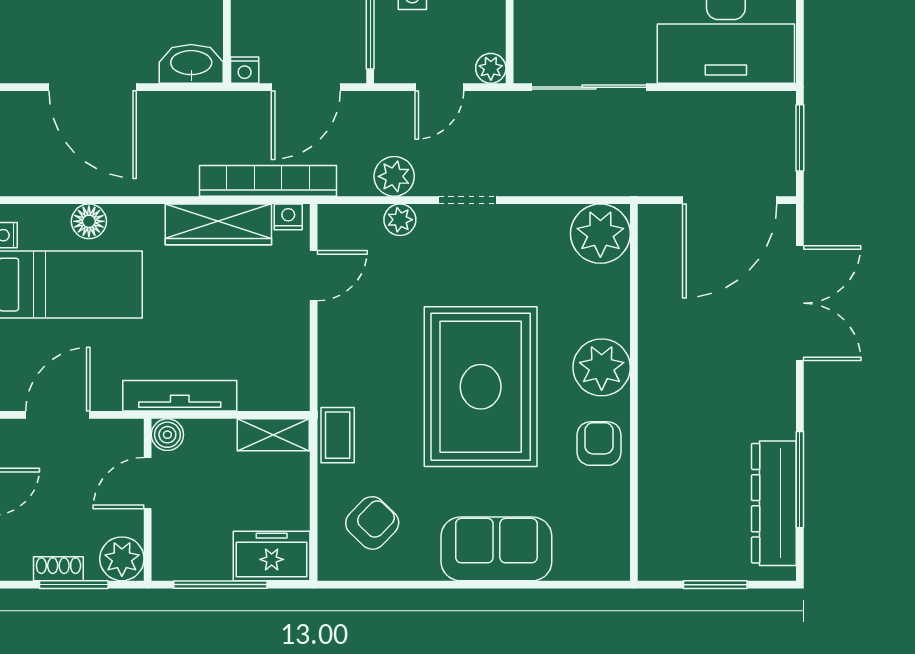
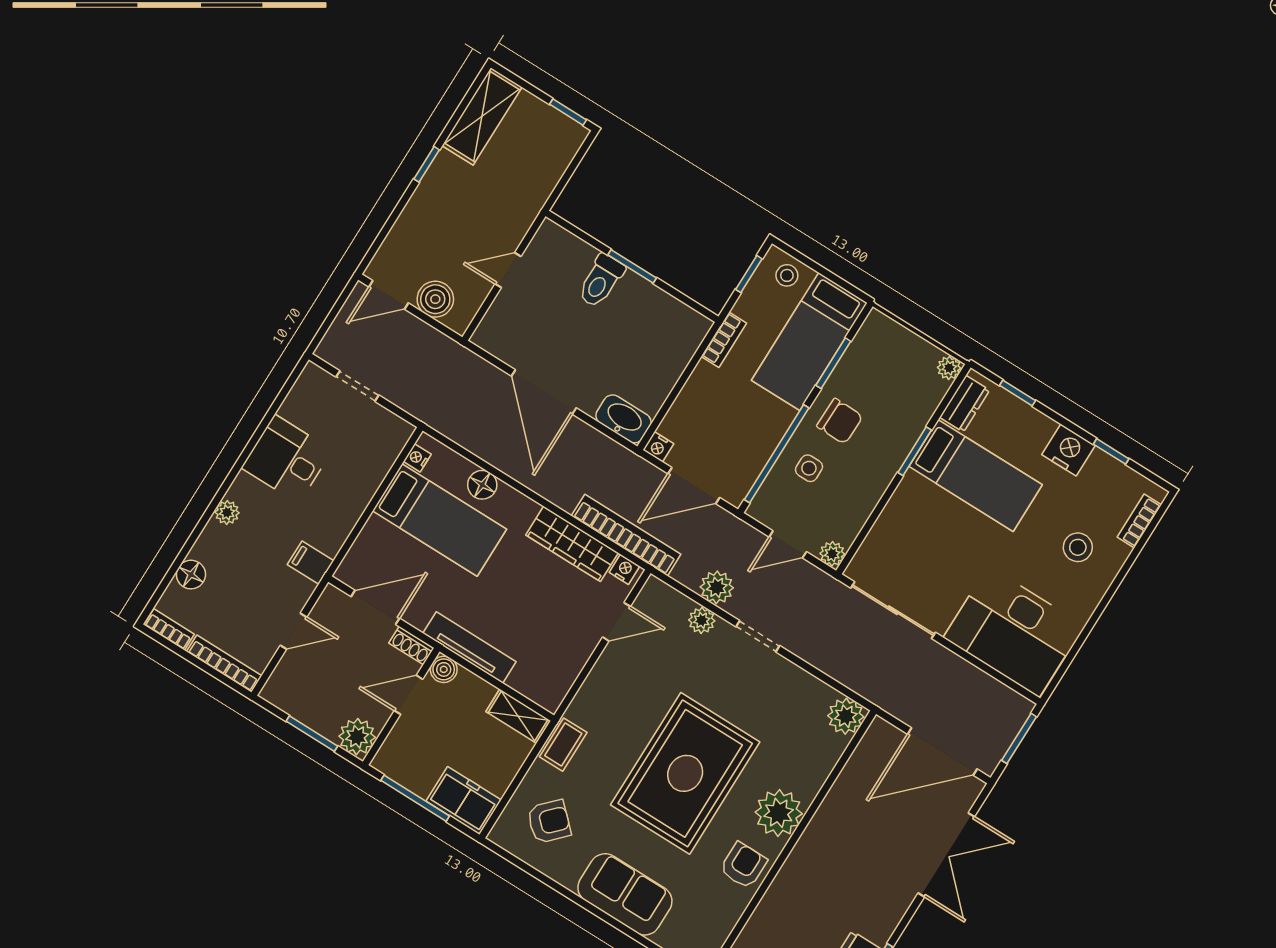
plant: (600, 234) -> (846, 716), width x0.73, depth x0.73
shoe rack: (58, 569) -> (411, 645), moved, turned 180

